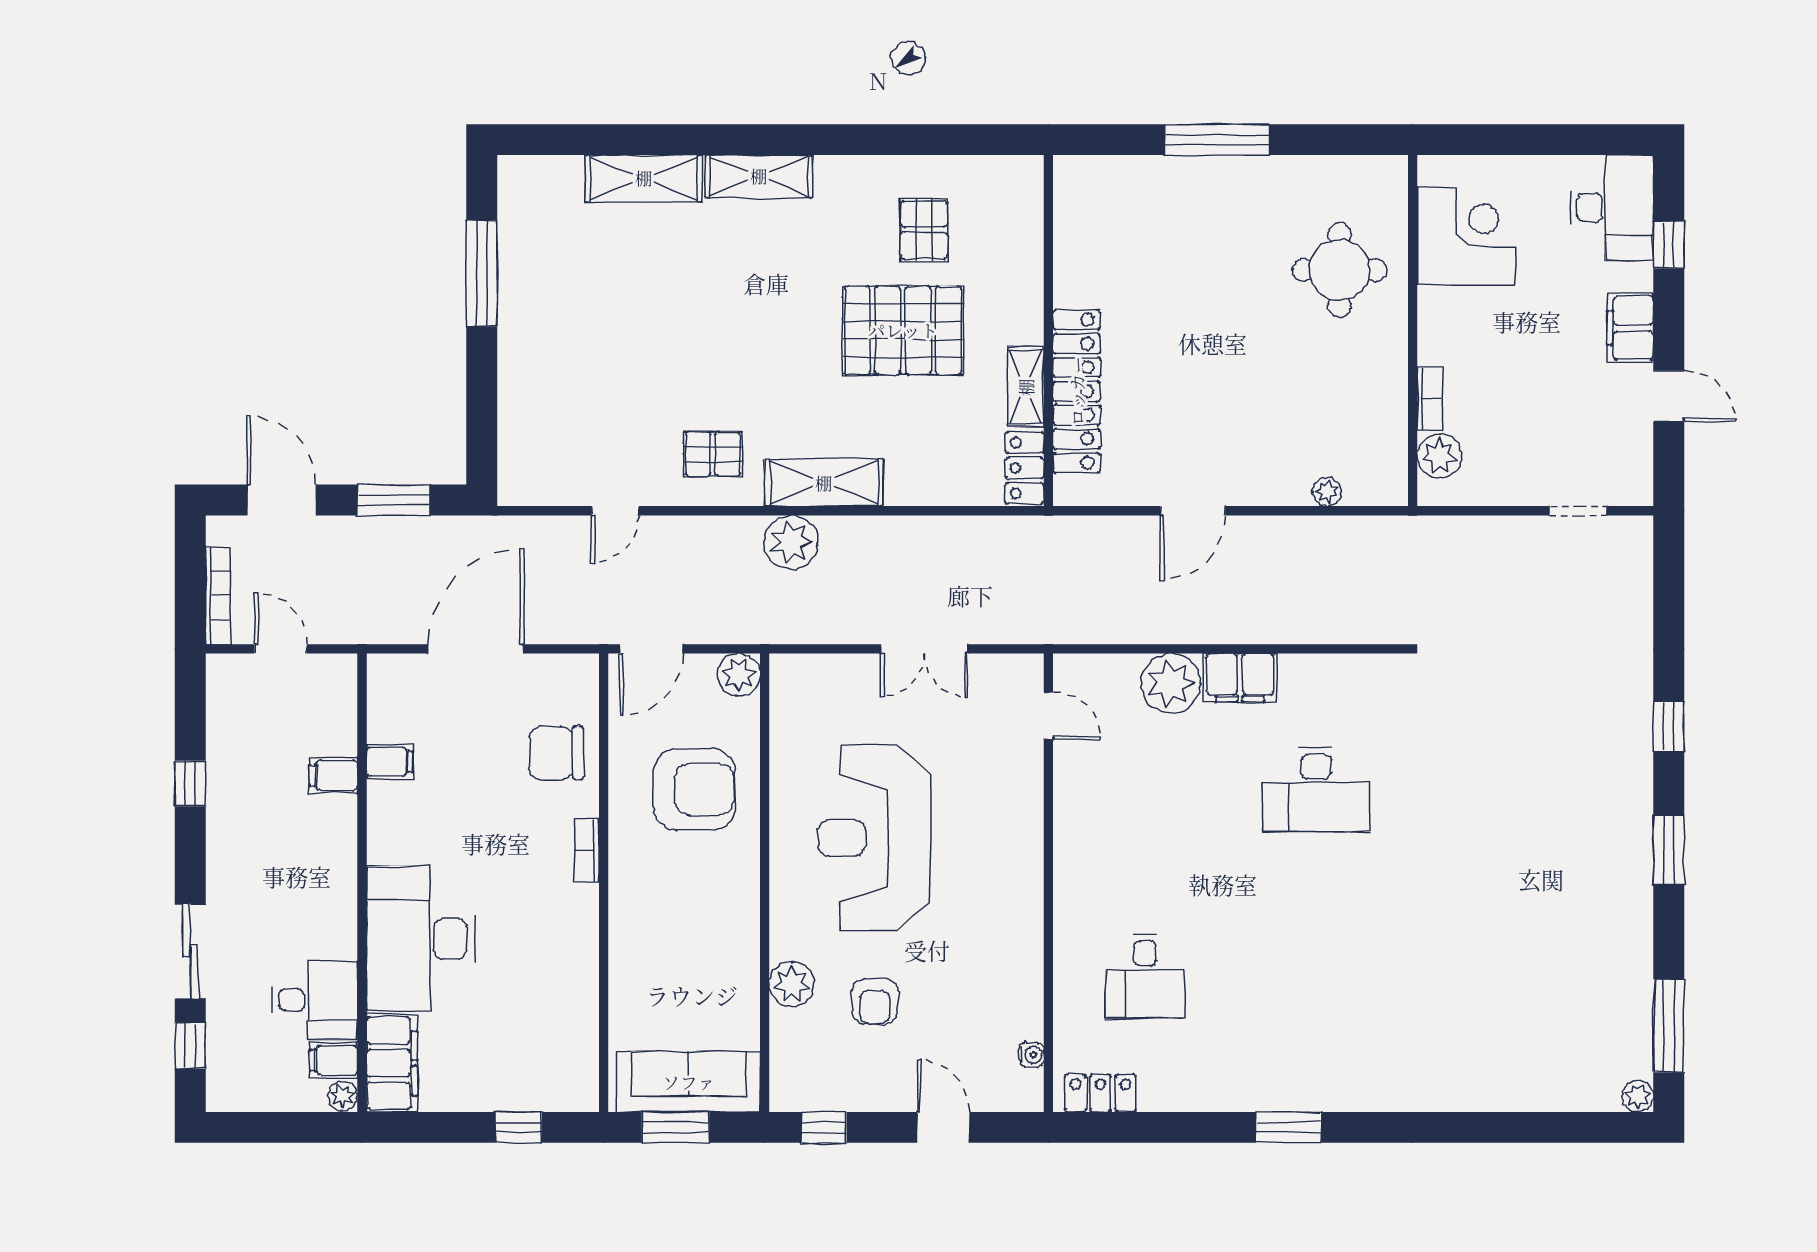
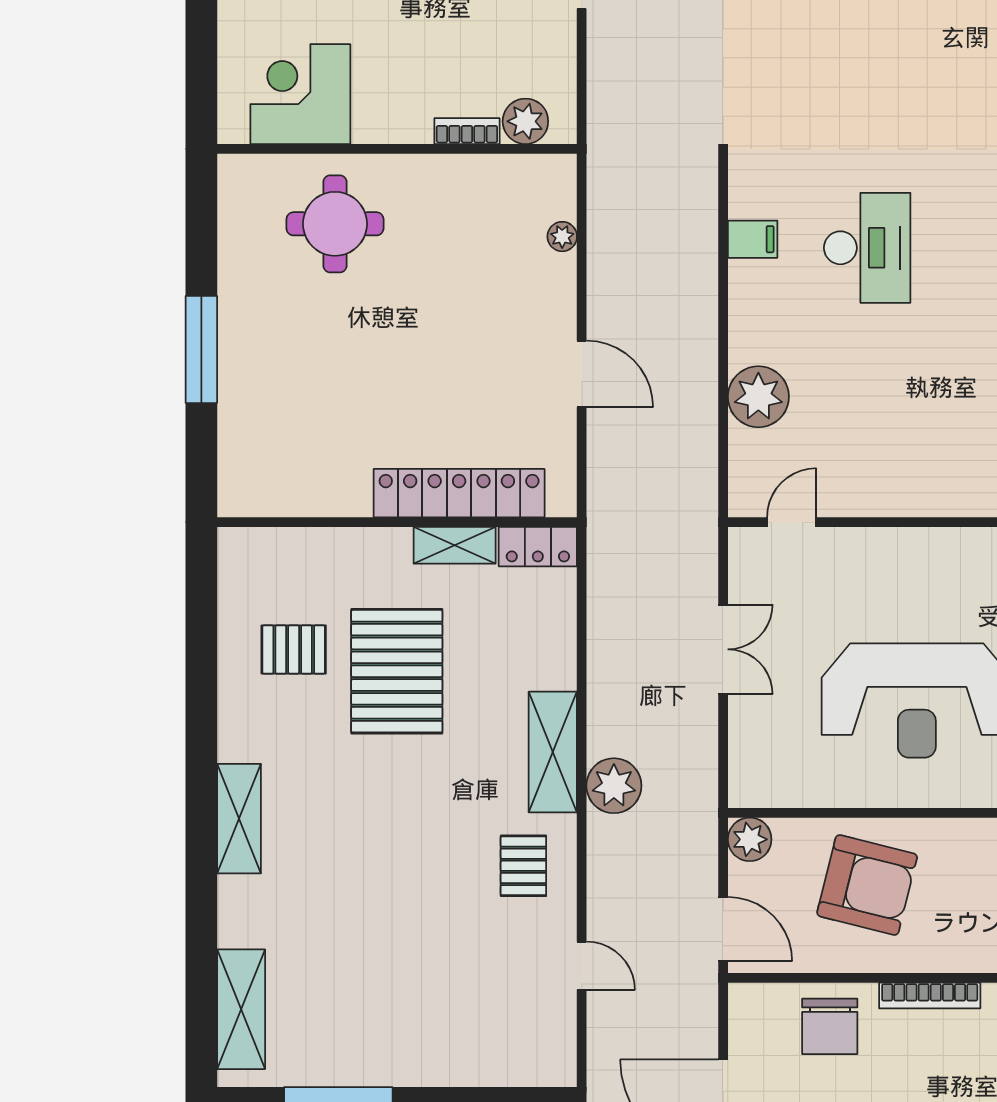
shelving: (644, 178) -> (241, 1009), moved
filing cabinet: (1240, 678) -> (753, 239), moved, width x0.50
armchair: (694, 789) -> (867, 885), turned 104
bookcase: (586, 850) -> (930, 995), width x1.56

